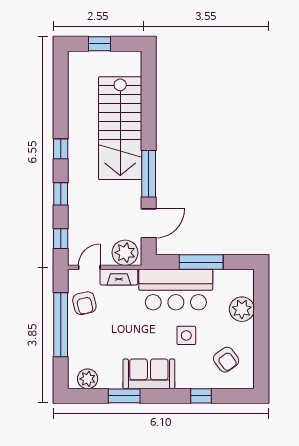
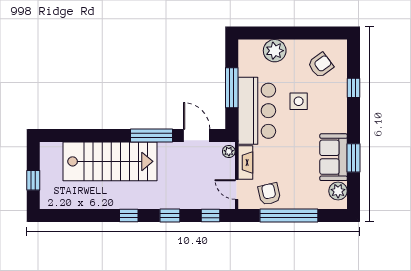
plant: (125, 253) -> (229, 151), width x0.53, depth x0.53
armchair: (84, 303) -> (269, 194), turned -90
sofa: (149, 374) -> (334, 157), moved

